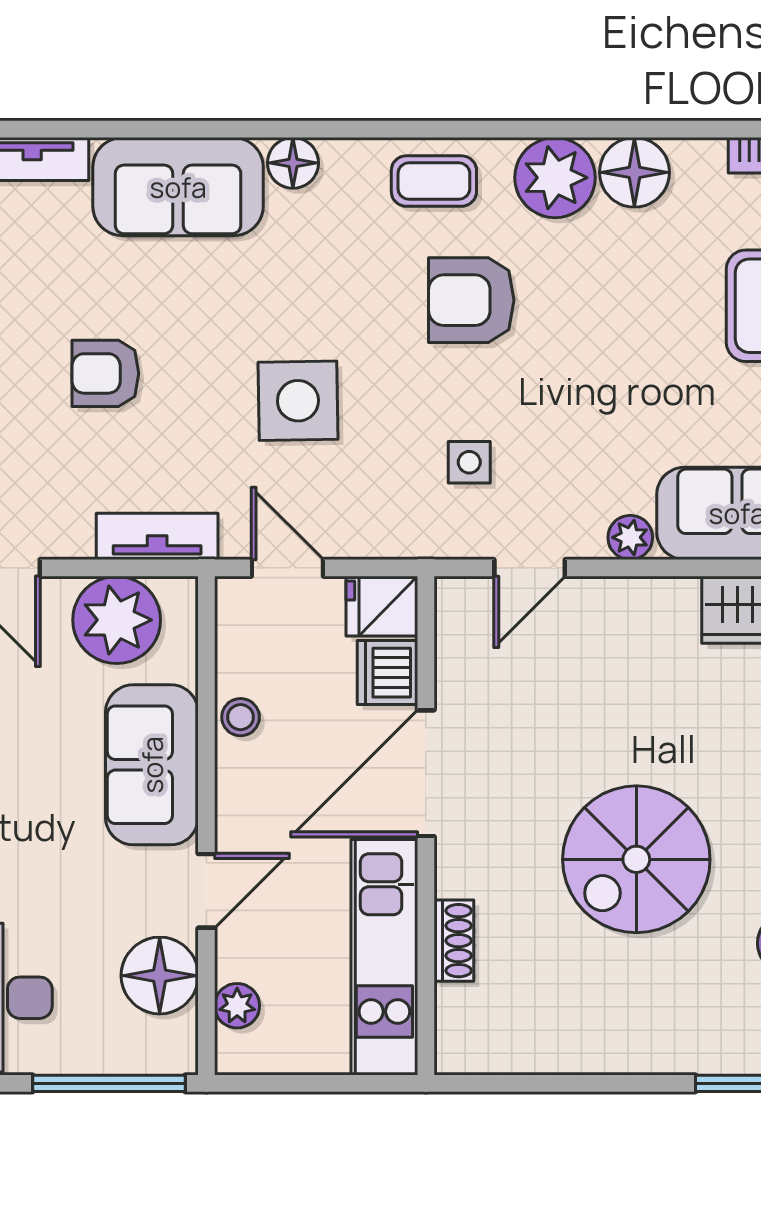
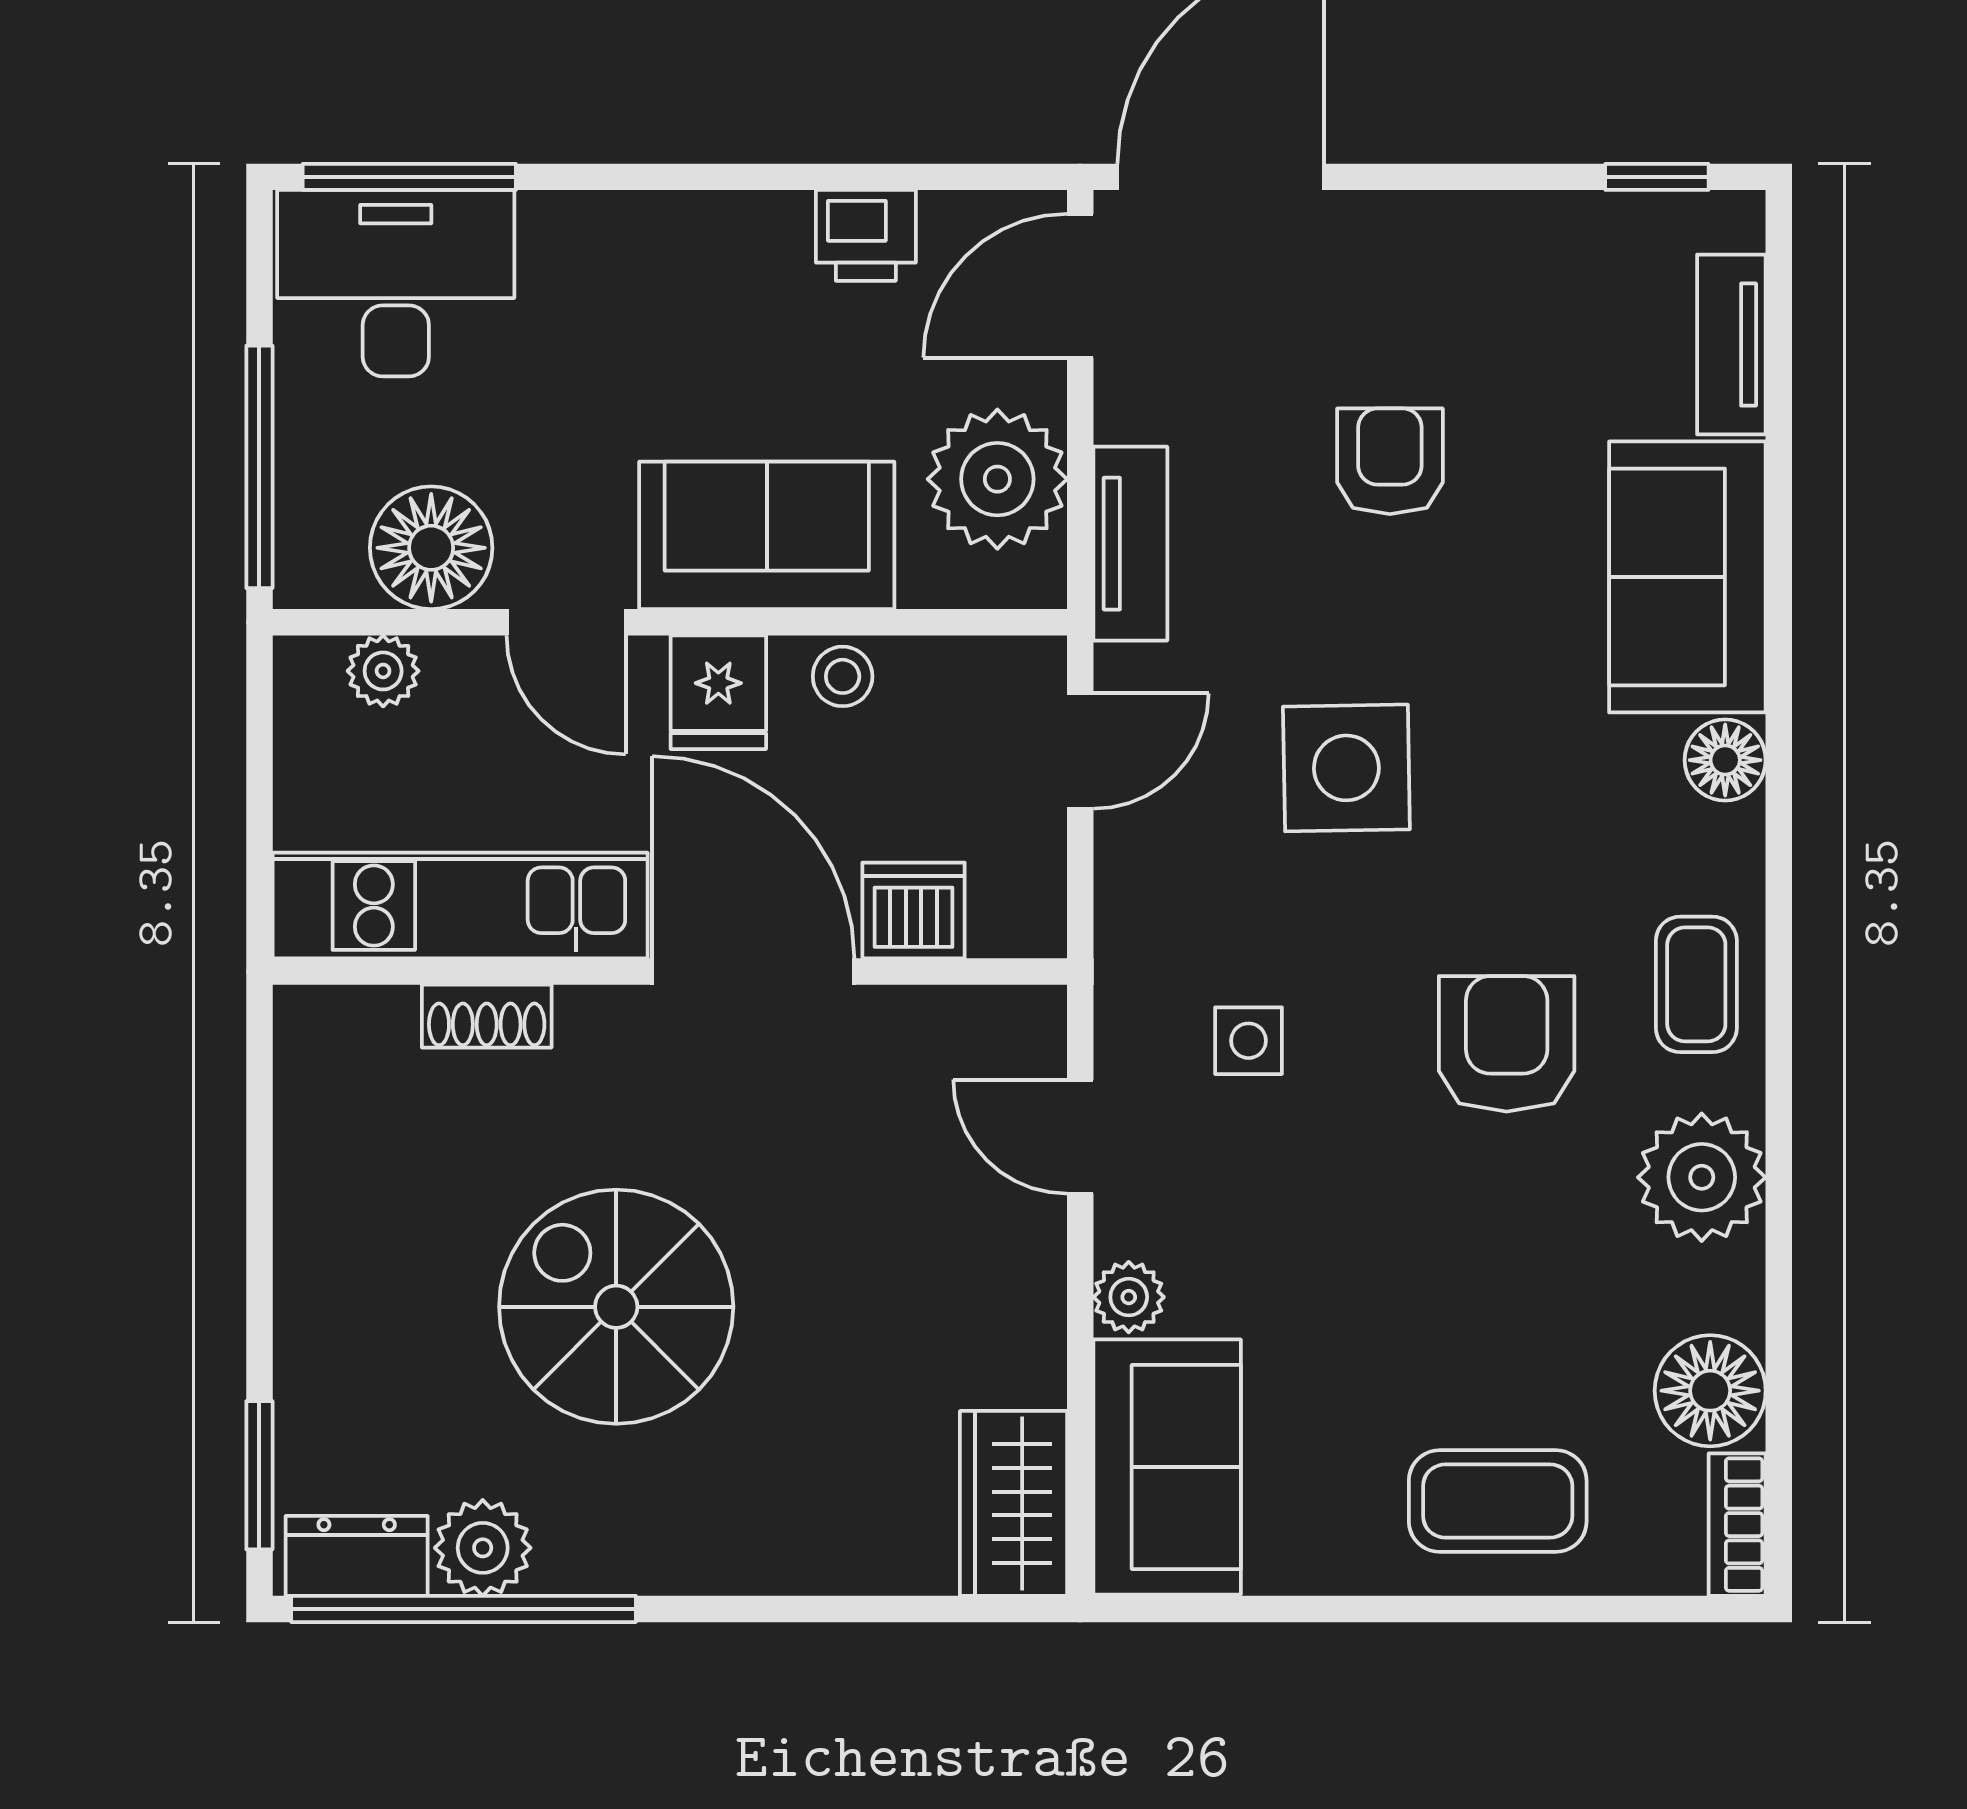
floor lamp: (634, 172) -> (1710, 1391), moved
fridge: (382, 606) -> (718, 692), moved, turned 180

